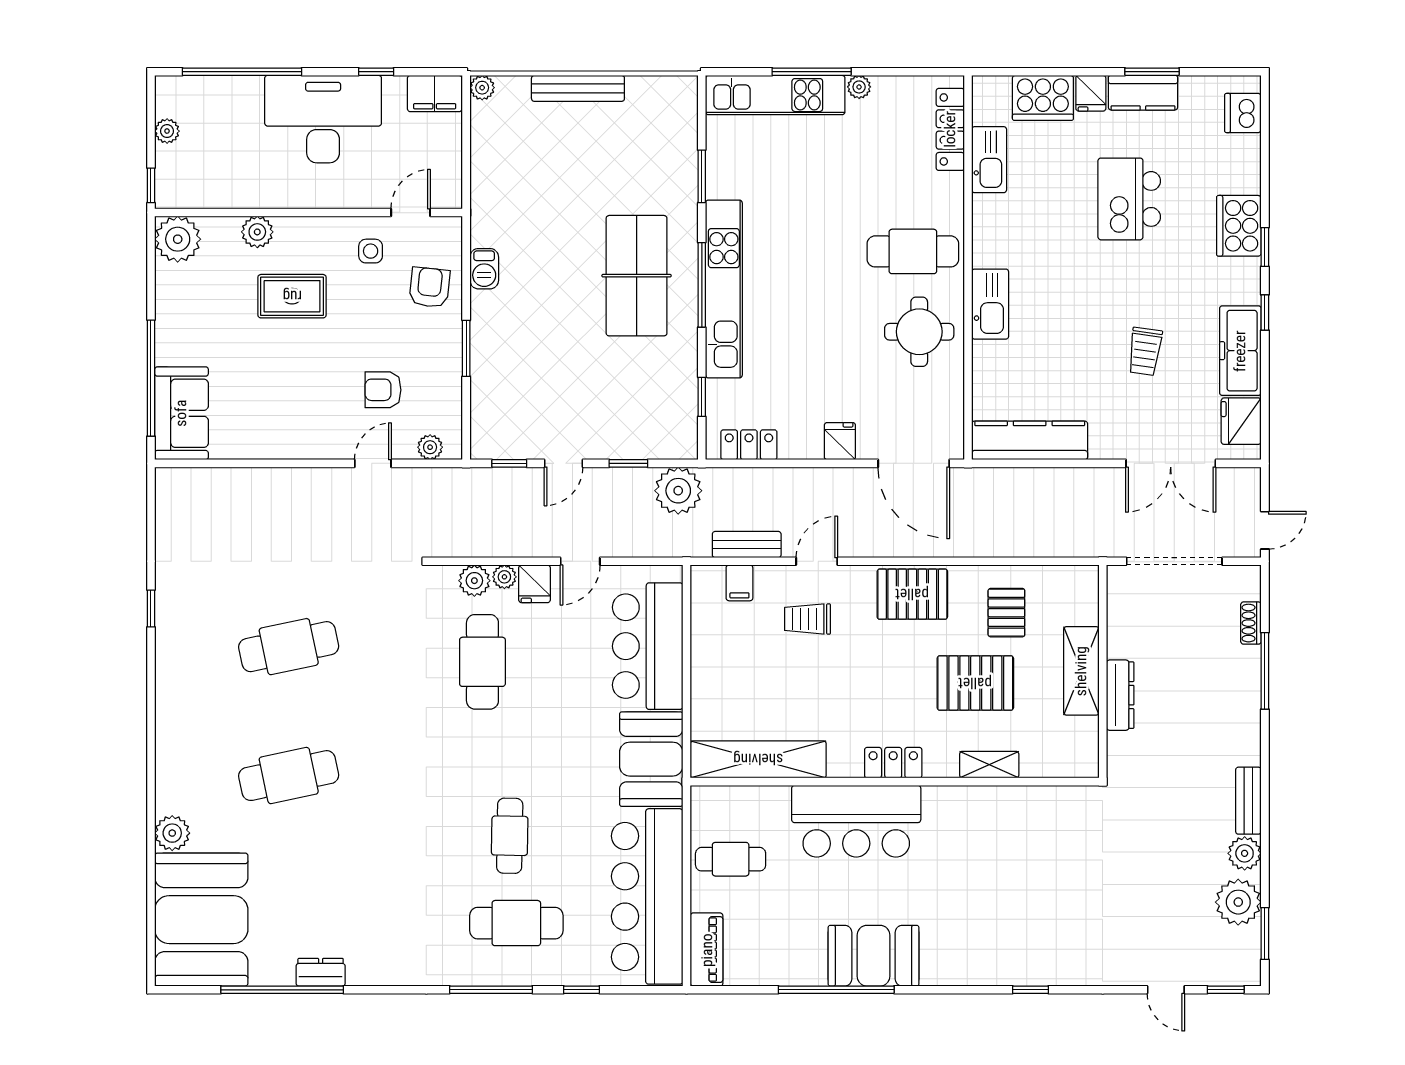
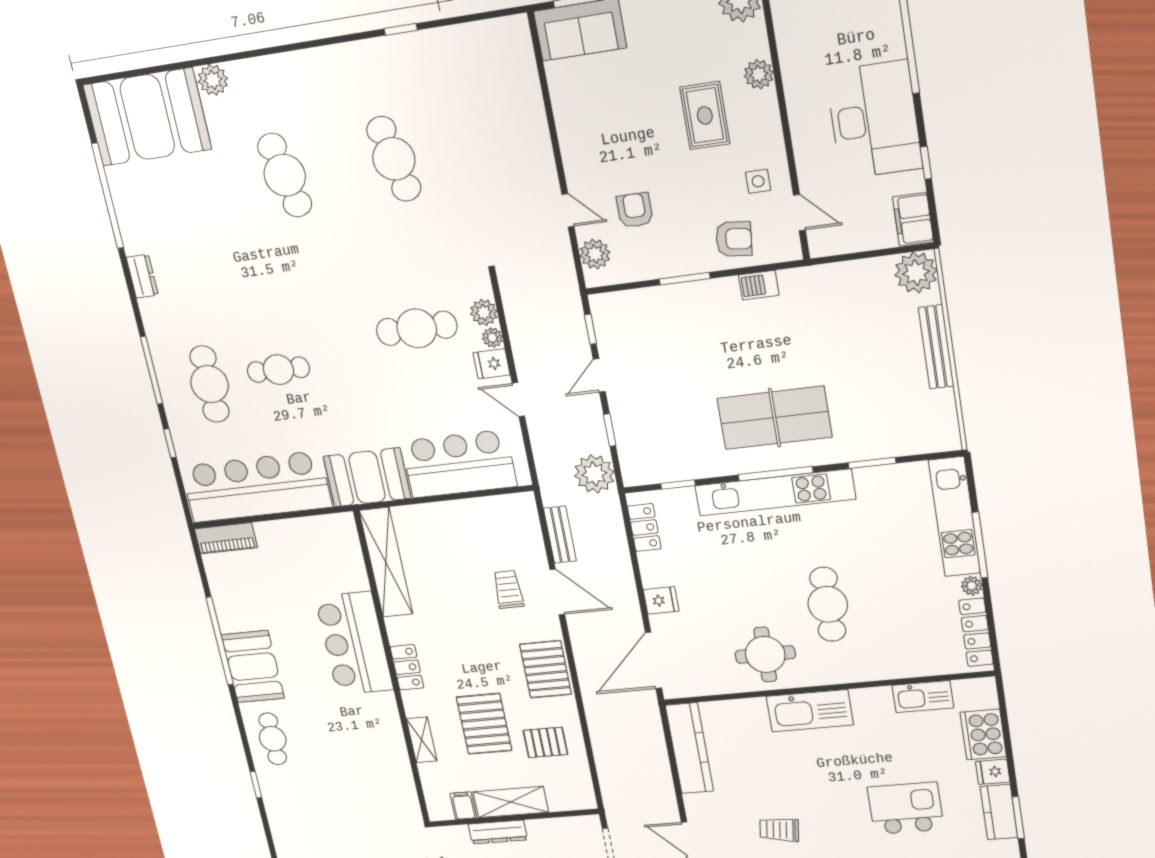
plant: (482, 88) -> (916, 273), width x1.87, depth x1.87
locker: (950, 129) -> (976, 632), moved, turned -90
cafe table: (913, 251) -> (828, 604), moved
kitchen sink: (990, 304) -> (810, 711), width x1.36, depth x1.24
plant: (430, 447) -> (595, 254), width x1.38, depth x1.38
door: (563, 463) -> (599, 375), hinge flipped
door: (817, 561) -> (557, 592), width x1.38
filing cabinet: (739, 583) -> (463, 806), moved, turned 90
cafe table: (731, 859) -> (273, 739), moved
dresser: (321, 972) -> (142, 276), moved

